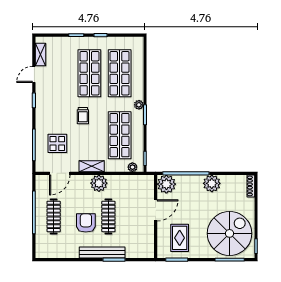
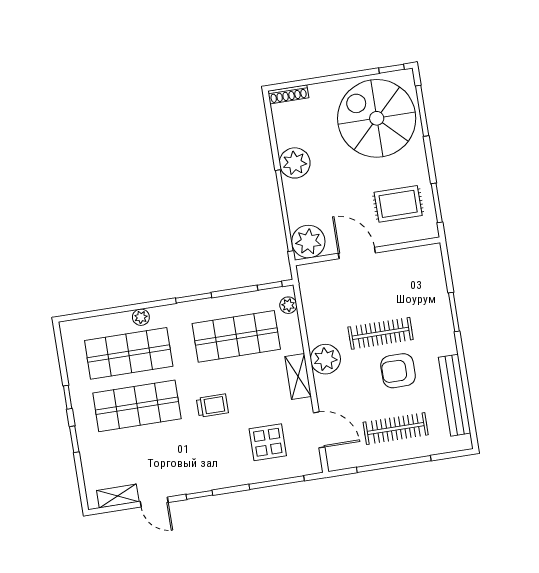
plant: (139, 105) -> (141, 317), moved
bench: (102, 253) -> (455, 395), moved

